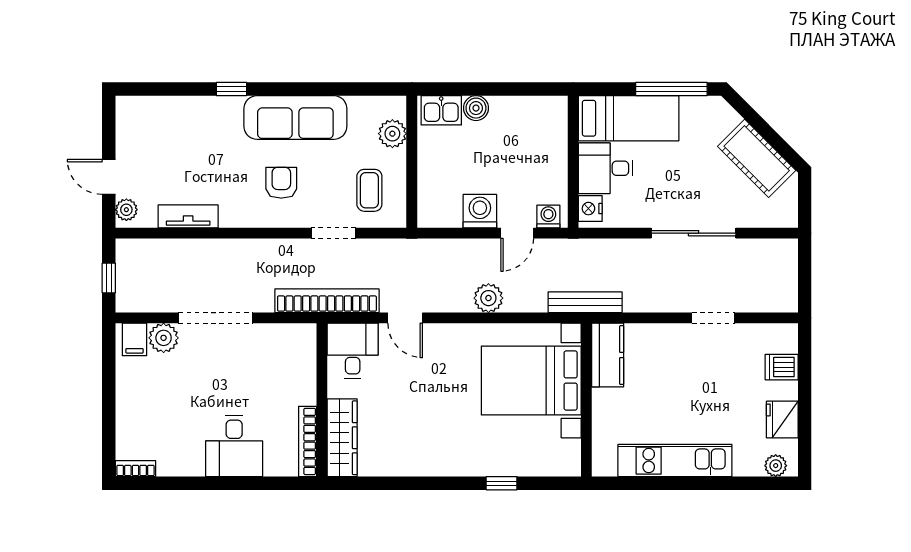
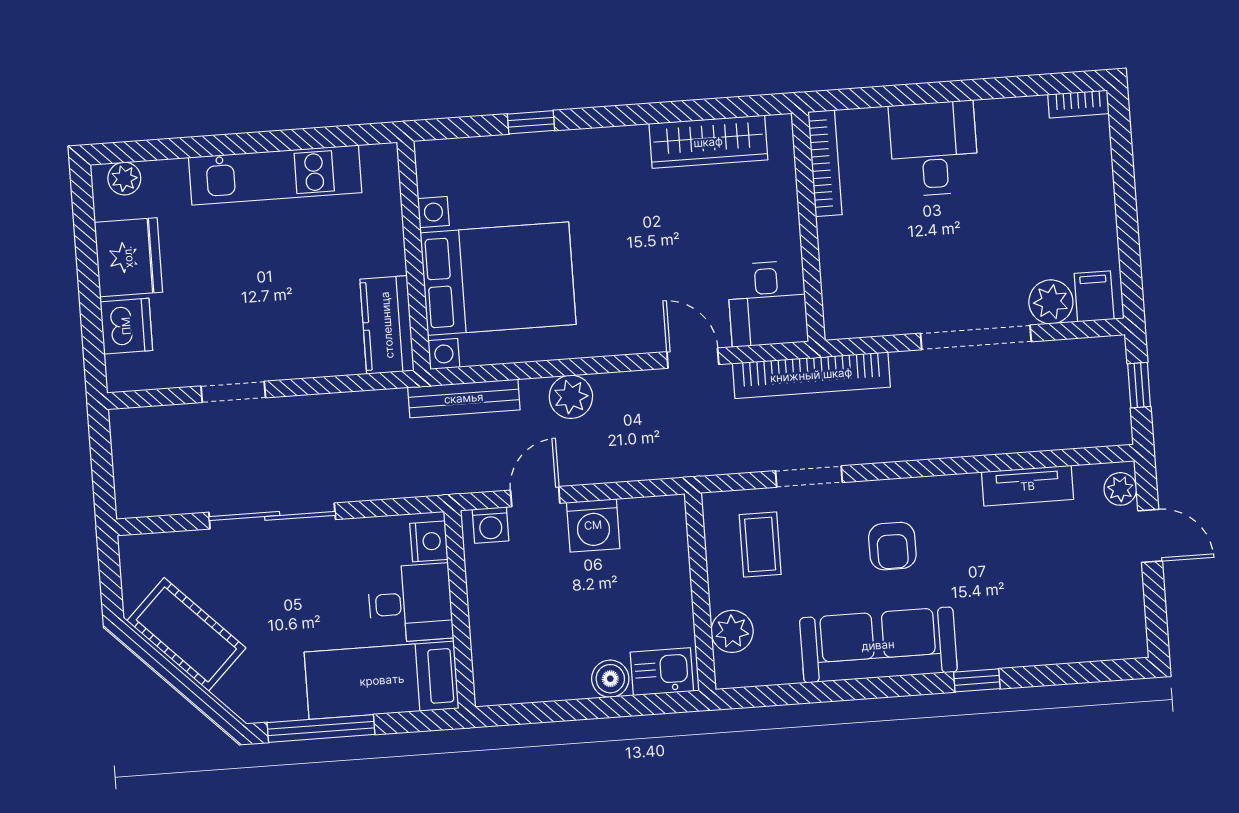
bench: (585, 302) -> (464, 398), moved
dishwasher: (782, 367) -> (126, 326), width x1.38
fridge: (782, 420) -> (128, 257), width x1.36, depth x1.34
wardrobe: (342, 438) -> (708, 142), moved, turned -90

